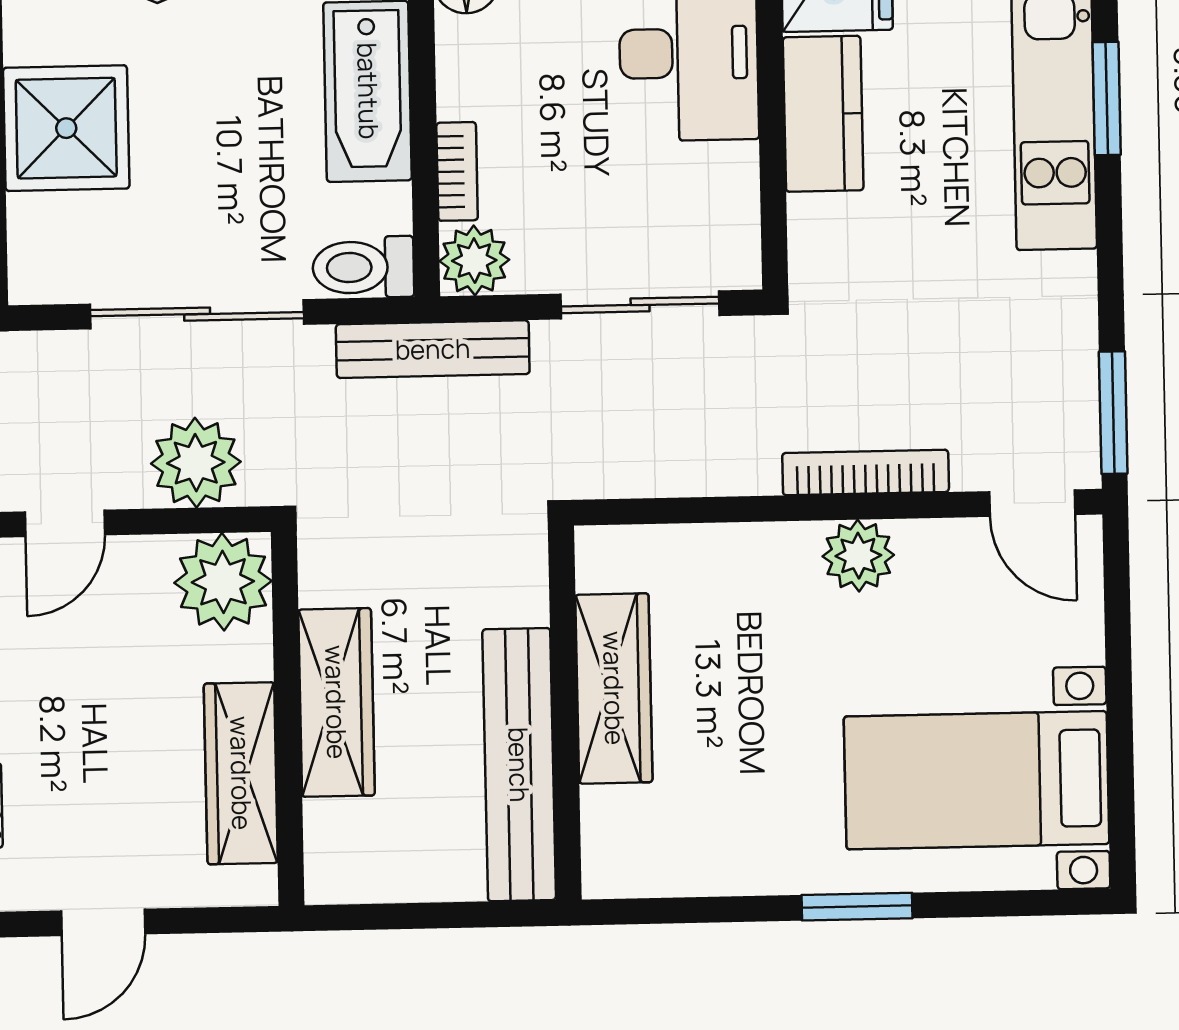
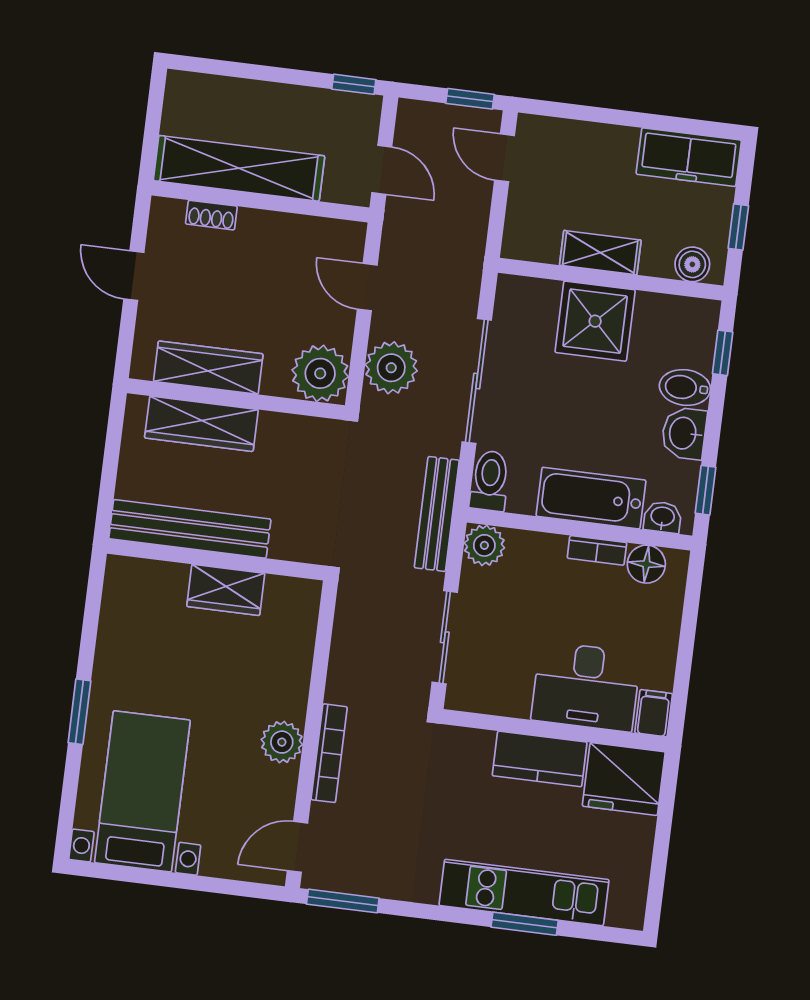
bookcase: (457, 171) -> (597, 550), moved
wardrobe: (614, 688) -> (226, 590), width x0.67
wardrobe: (336, 702) -> (201, 424), moved

